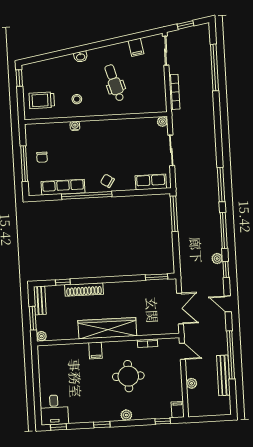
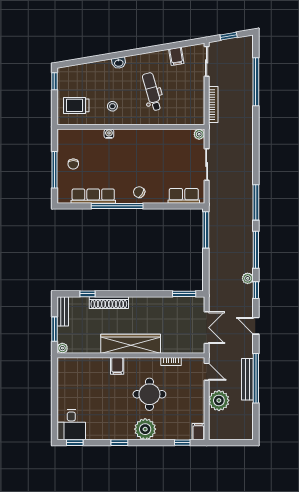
bench: (223, 375) -> (247, 379), moved
plant: (192, 383) -> (219, 400), width x1.87, depth x1.87
plant: (126, 415) -> (145, 429), width x1.88, depth x1.88

